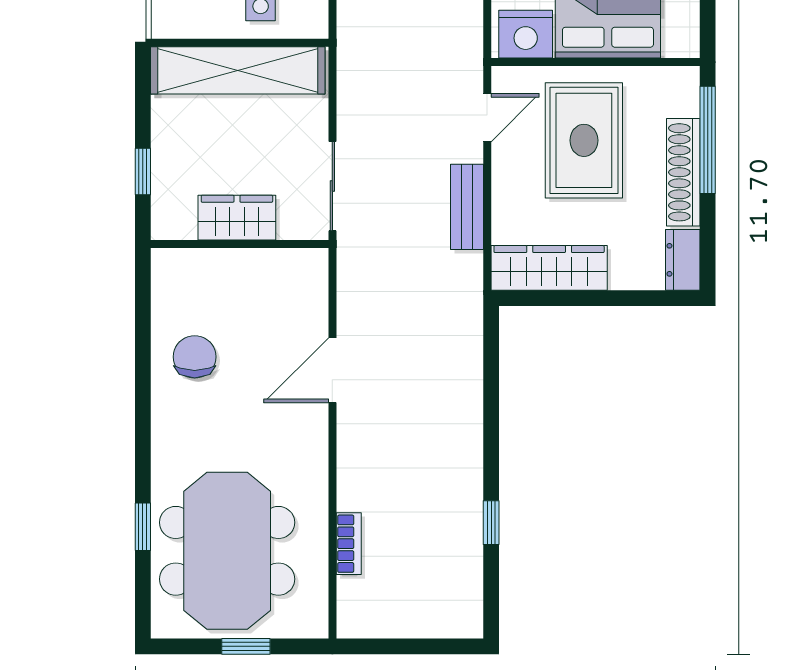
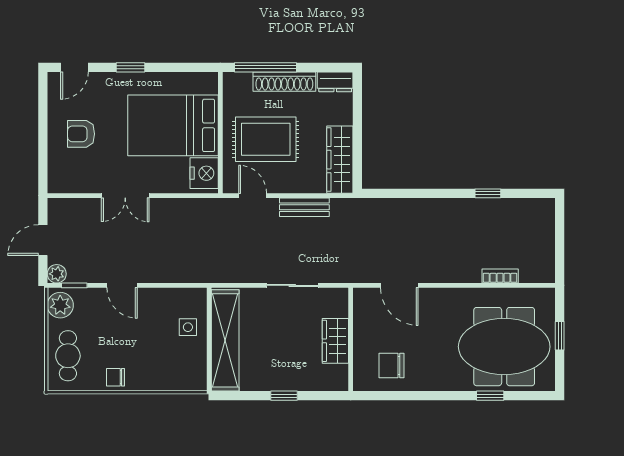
wardrobe: (237, 218) -> (335, 341), moved
wall: (240, 244) -> (351, 339), moved

